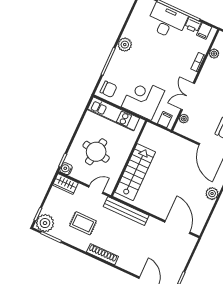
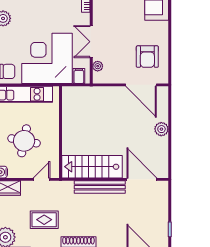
corner desk: (143, 99) -> (47, 58), width x1.36, depth x1.36
stairs: (135, 172) -> (92, 167), moved, turned -90
bench: (126, 211) -> (100, 187), moved

